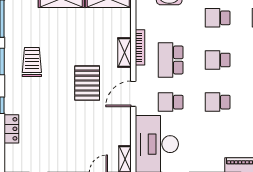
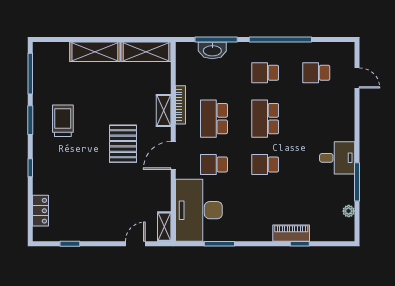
school desk: (218, 60) -> (265, 119), width x1.85
locker: (11, 129) -> (40, 211), moved

